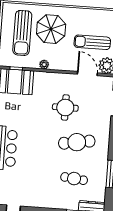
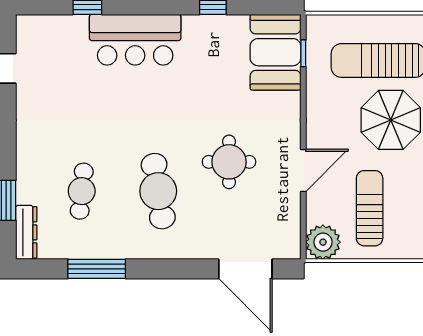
plant: (44, 65) -> (316, 111), removed
door: (87, 74) -> (303, 171), moved

